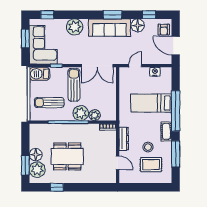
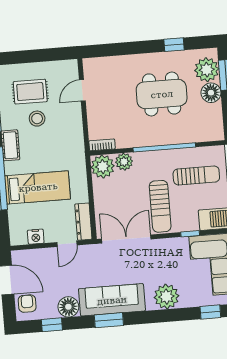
plant: (81, 113) -> (103, 167), moved
dresser: (124, 139) -> (83, 222), moved
door: (118, 163) -> (82, 90), hinge flipped

